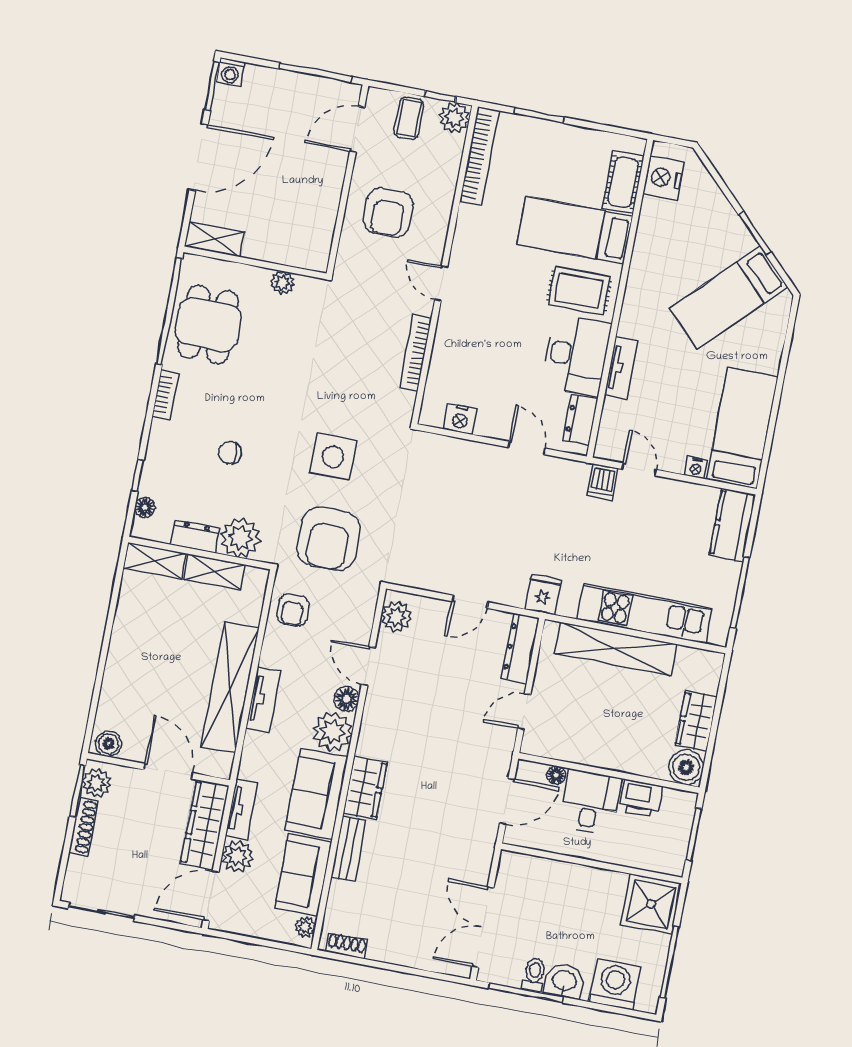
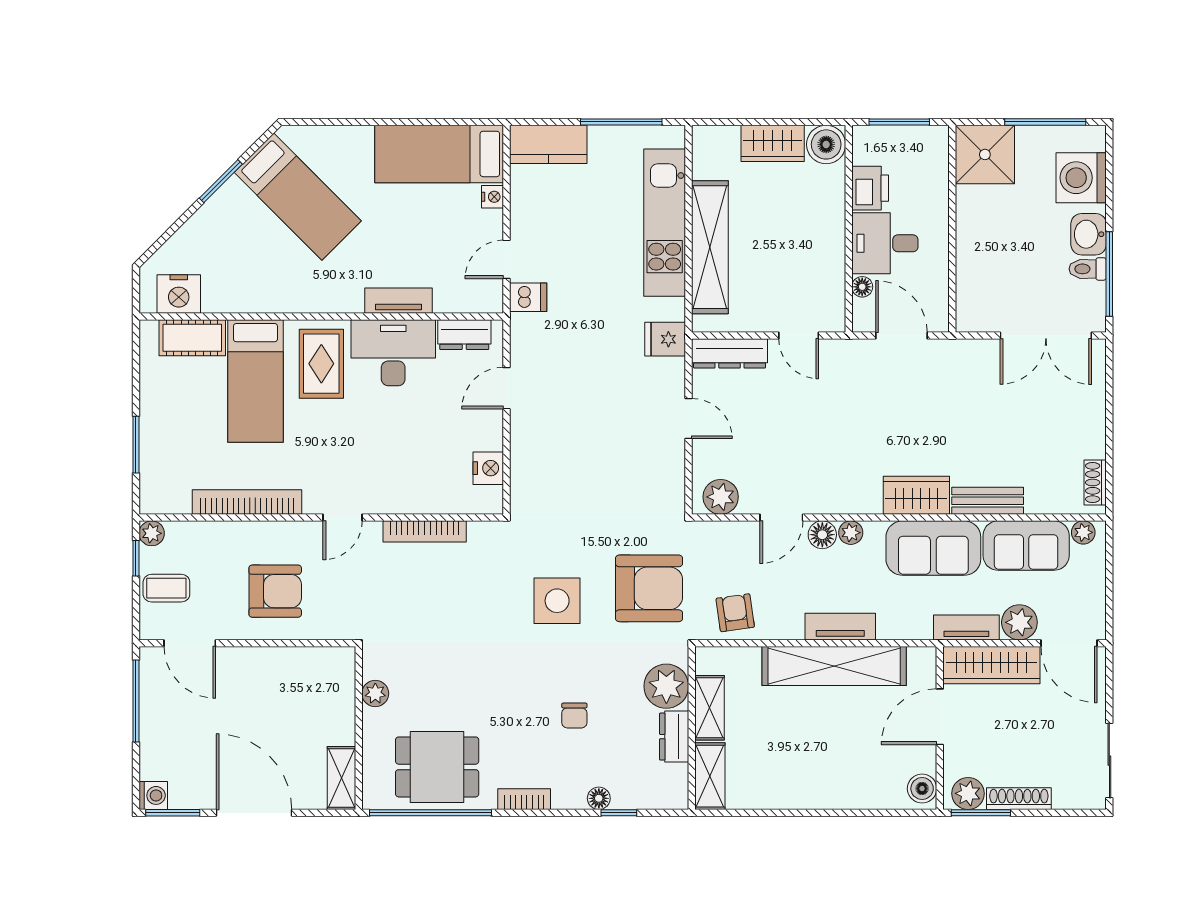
plant: (454, 118) -> (152, 533), width x0.73, depth x0.73
bookcase: (480, 156) -> (247, 502), moved
floor lamp: (145, 508) -> (599, 798), moved
armchair: (293, 610) -> (735, 613), turned -98
plant: (333, 732) -> (851, 533), width x0.53, depth x0.53

